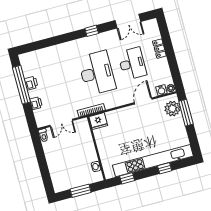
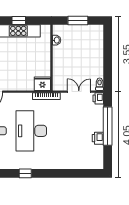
window: (21, 85) -> (108, 126), moved
printer: (36, 103) -> (98, 98), moved
window: (127, 178) -> (19, 21), moved

